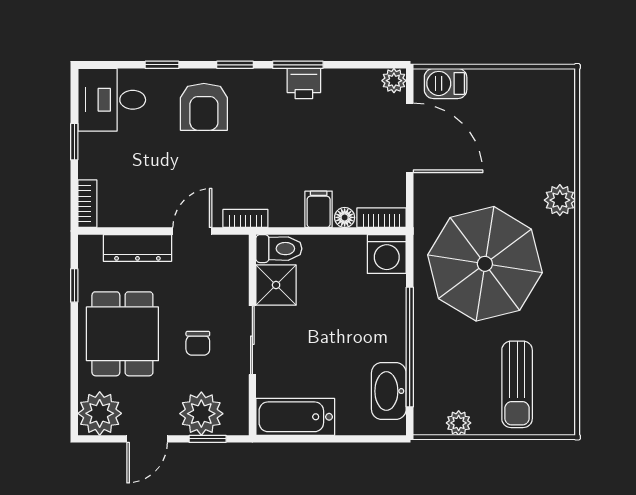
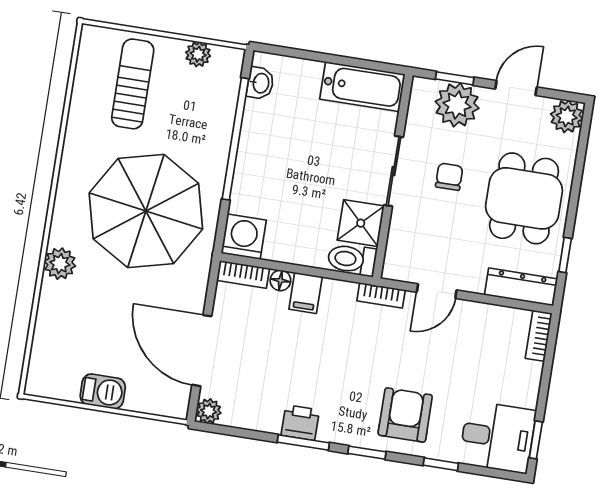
barbecue: (446, 83) -> (103, 391), moved
window: (74, 142) -> (536, 440), moved
dresser: (137, 248) -> (521, 287), moved
washbasin: (389, 391) -> (260, 83), width x0.52, depth x0.69
plant: (100, 413) -> (567, 116), width x0.73, depth x0.73

